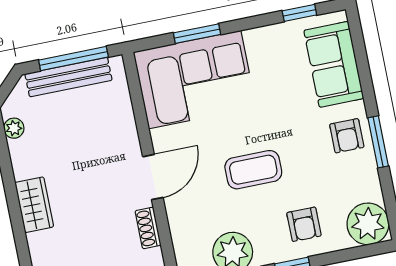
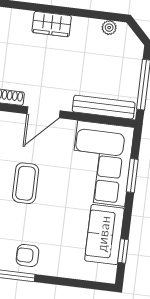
sofa: (334, 64) -> (104, 234), moved, turned -90
bench: (69, 77) -> (104, 107), moved, turned 90
door: (153, 177) -> (44, 112), hinge flipped

